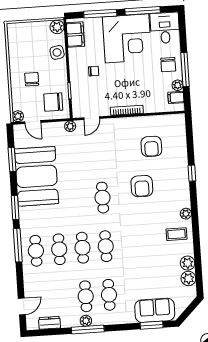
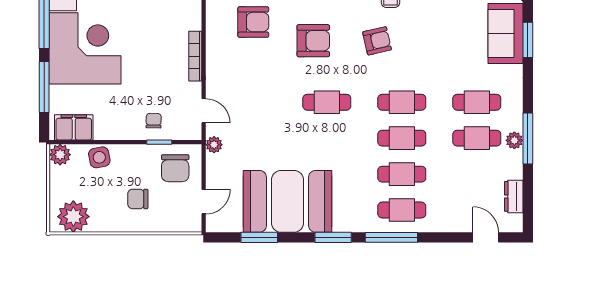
chair: (94, 71) -> (154, 121), moved
plant: (18, 116) -> (73, 217), moved, width x1.88, depth x1.88
armchair: (145, 227) -> (377, 41), added

